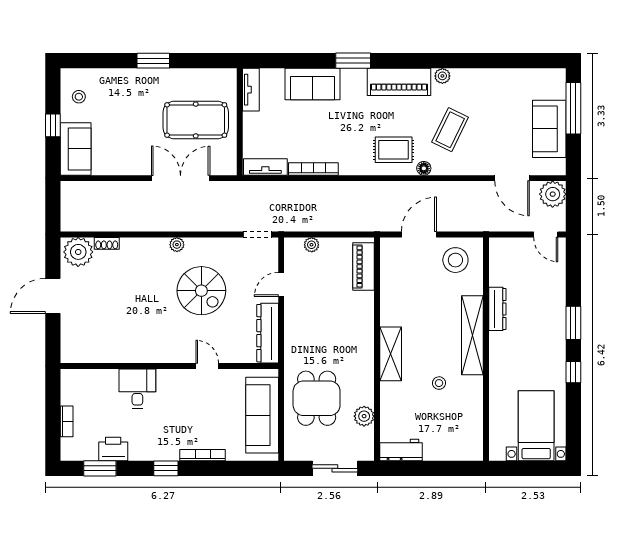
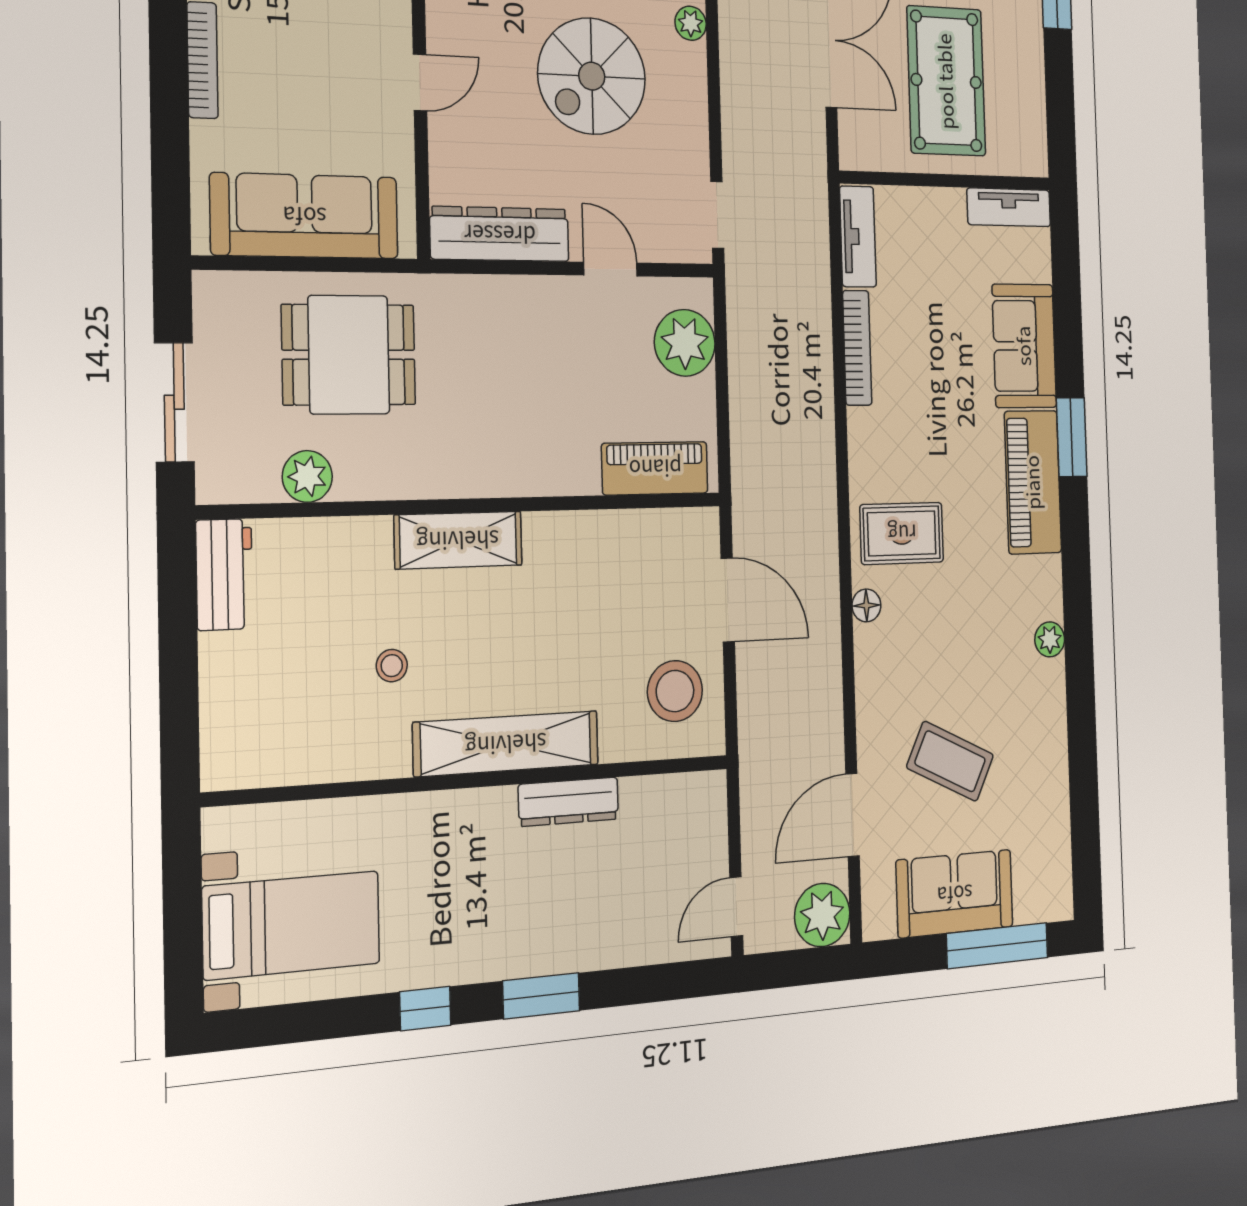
piano: (399, 82) -> (1033, 482), moved
coffee table: (450, 130) -> (950, 761), moved
rug: (394, 150) -> (902, 533), turned 90
plant: (312, 245) -> (685, 343), width x1.88, depth x1.88

